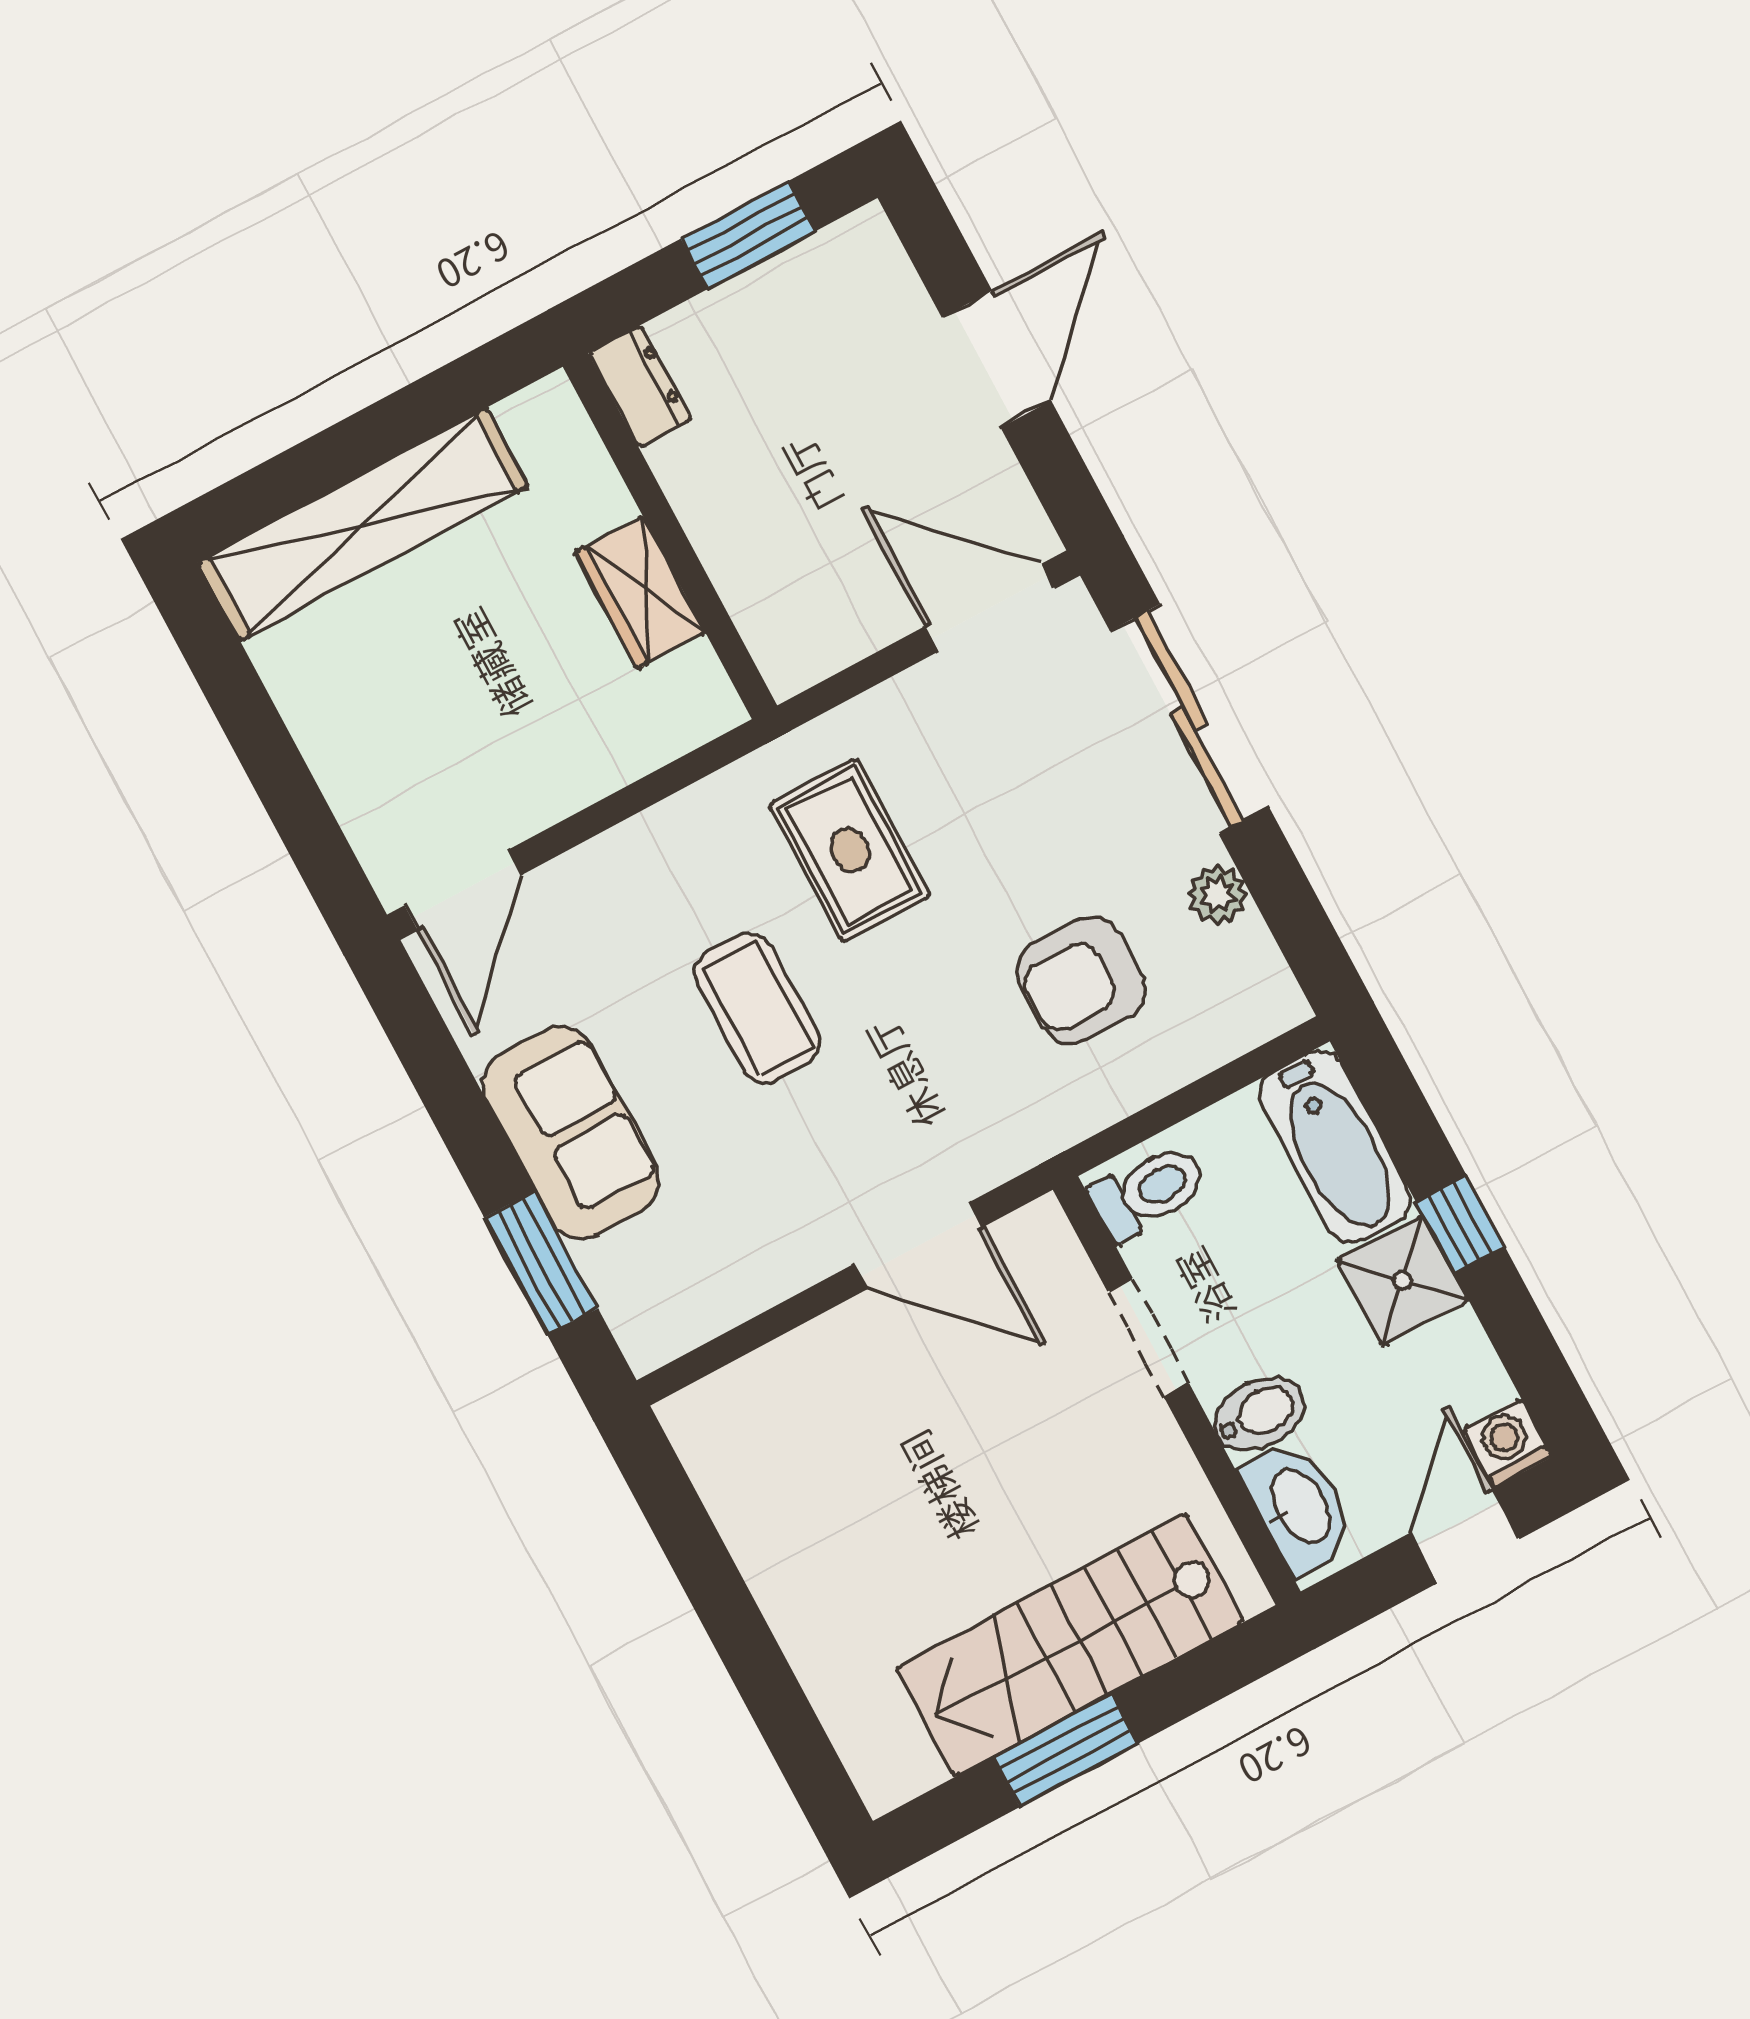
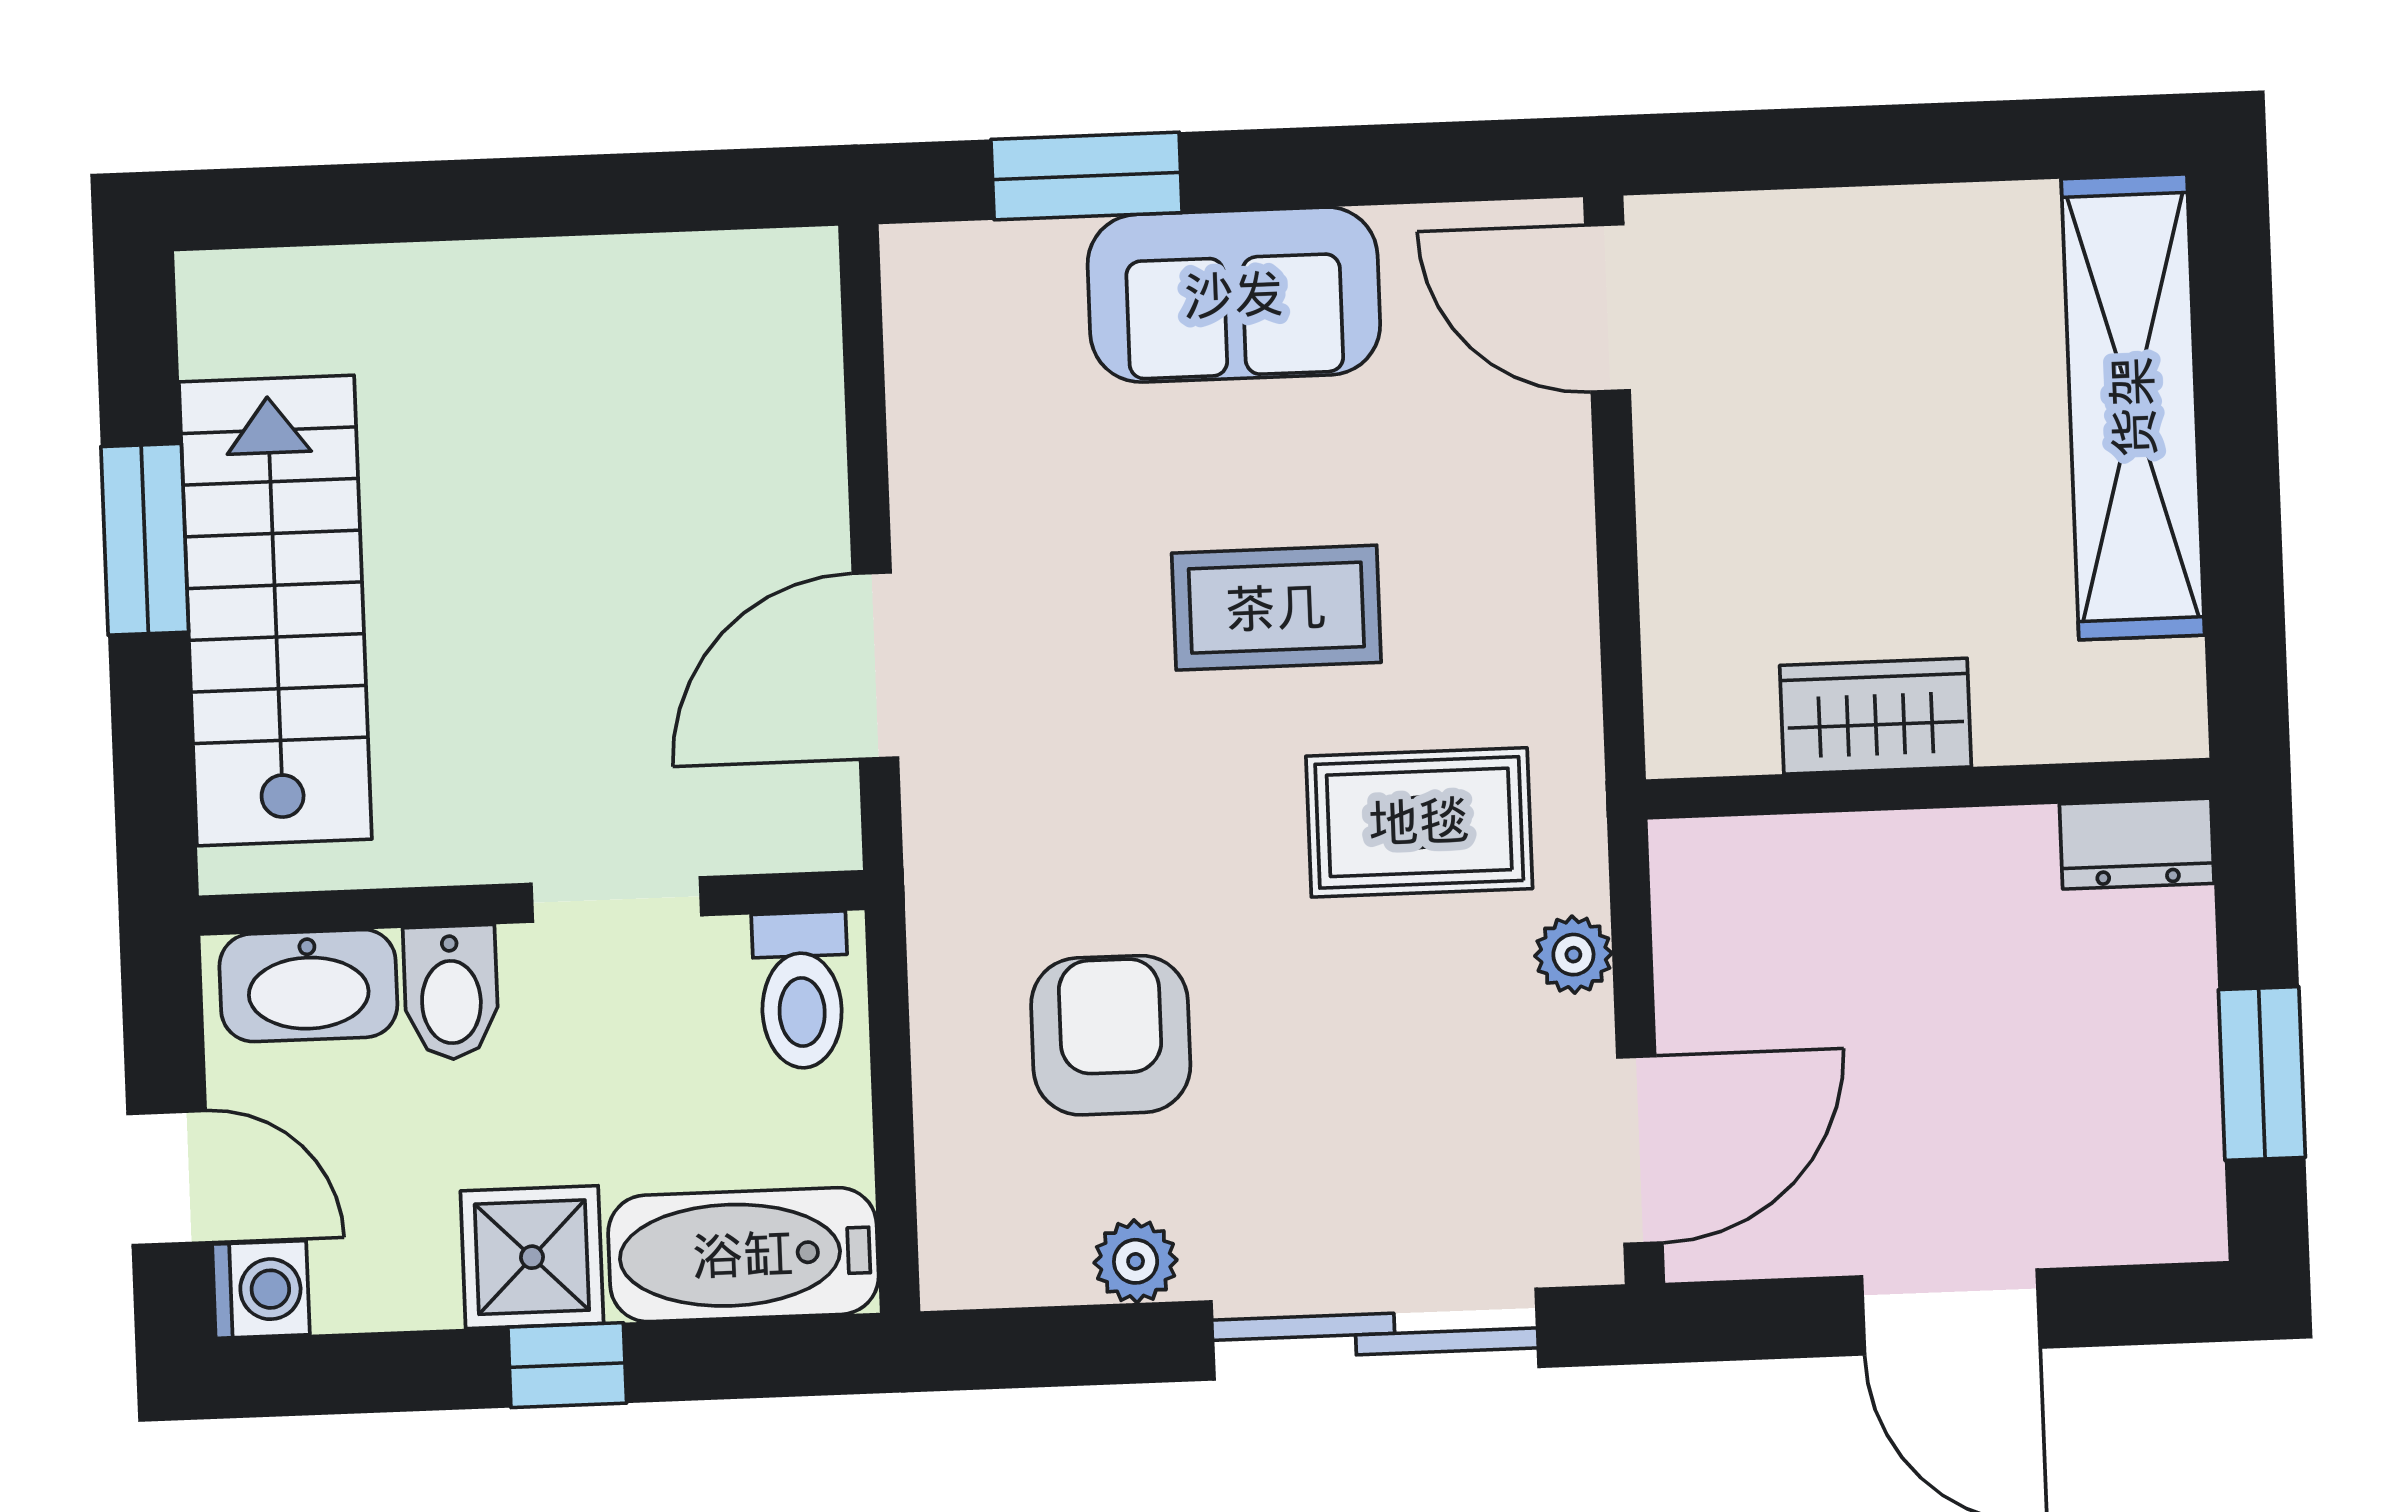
plant: (886, 711) -> (1573, 955), added

